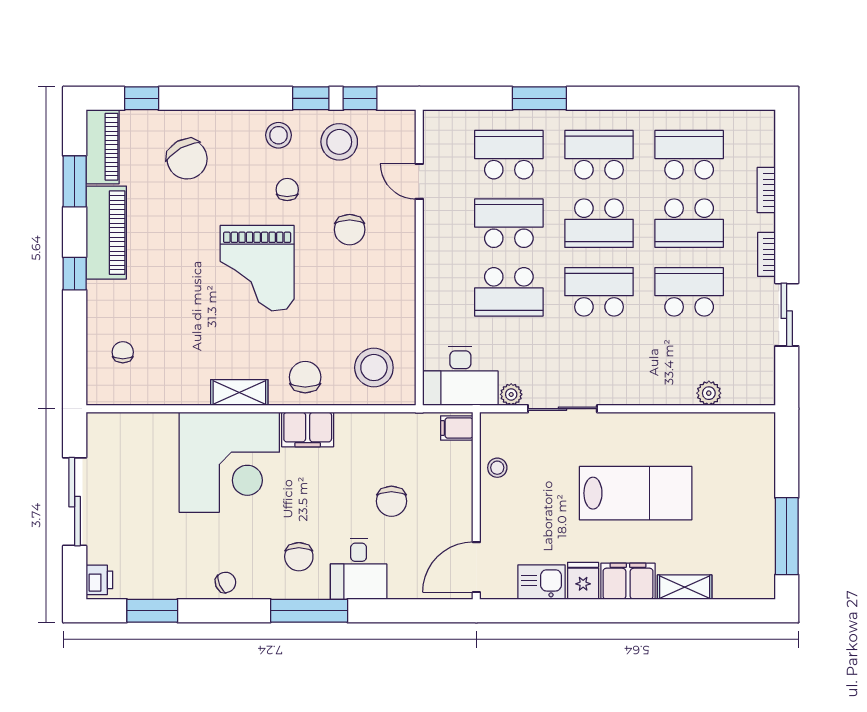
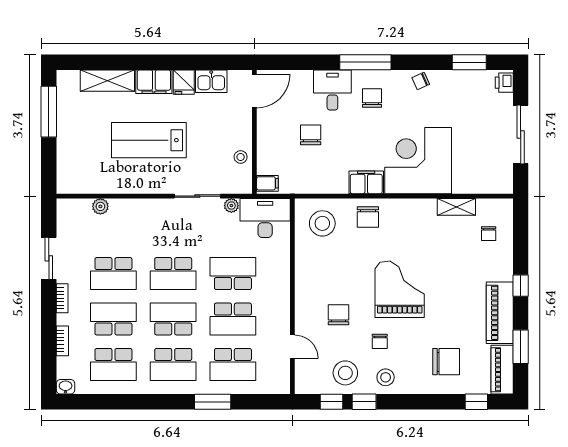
washbasin: (761, 121) -> (66, 387), added
chair: (187, 159) -> (446, 362), turned 119
shelving: (239, 392) -> (456, 207), moved
shelving: (685, 587) -> (107, 81), width x1.50, depth x1.33

